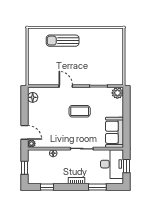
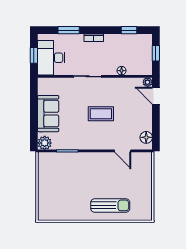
door: (66, 86) -> (123, 151), moved
coffee table: (80, 111) -> (101, 114), moved
sofa: (115, 132) -> (48, 114), moved

